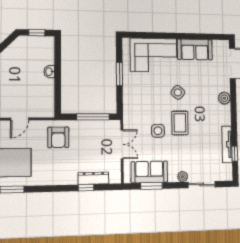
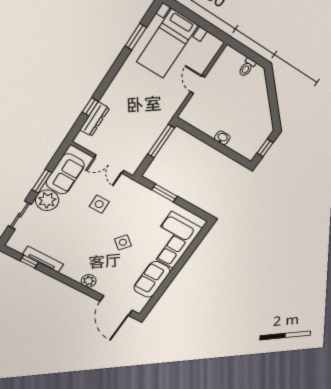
window: (119, 74) -> (164, 193), moved
window: (93, 117) -> (161, 141), moved
rug: (180, 123) -> (93, 228), removed
armchair: (58, 137) -> (156, 110), removed
plant: (183, 177) -> (47, 200), width x1.88, depth x1.88
window: (151, 186) -> (42, 181), moved

